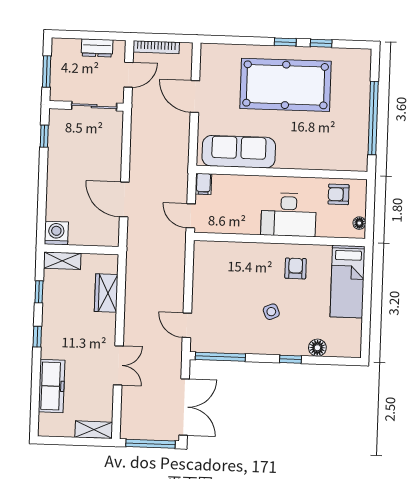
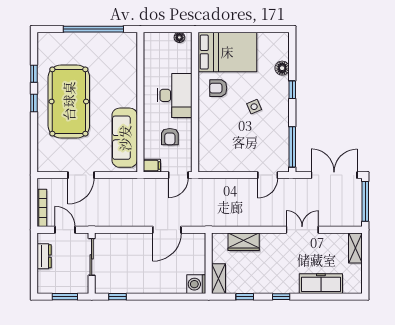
armchair: (339, 194) -> (170, 137), moved
bed: (348, 282) -> (227, 52), width x1.50

